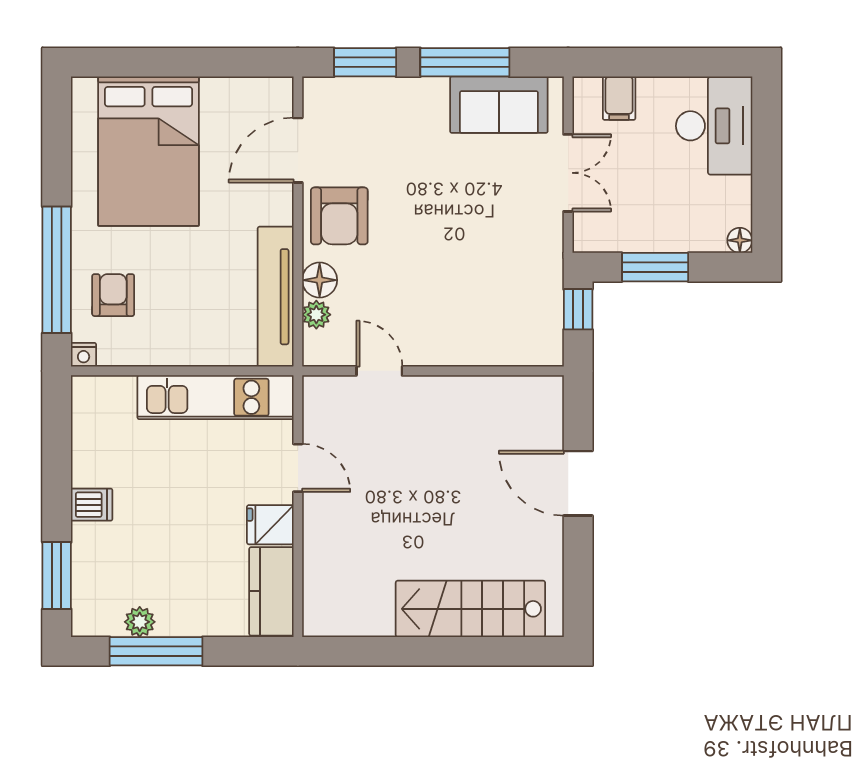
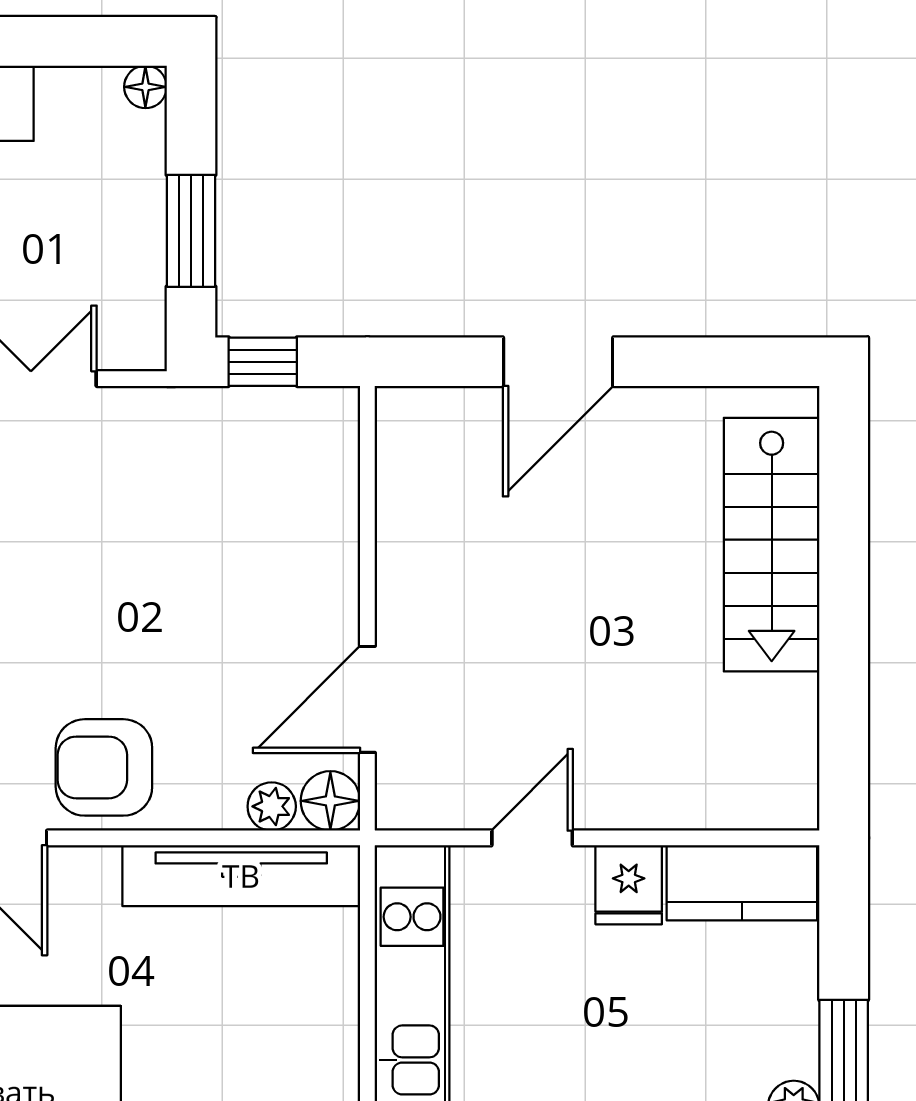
armchair: (339, 216) -> (104, 767), turned 180
floor lamp: (320, 280) -> (330, 801), moved
door: (379, 371) -> (367, 699), width x1.38

